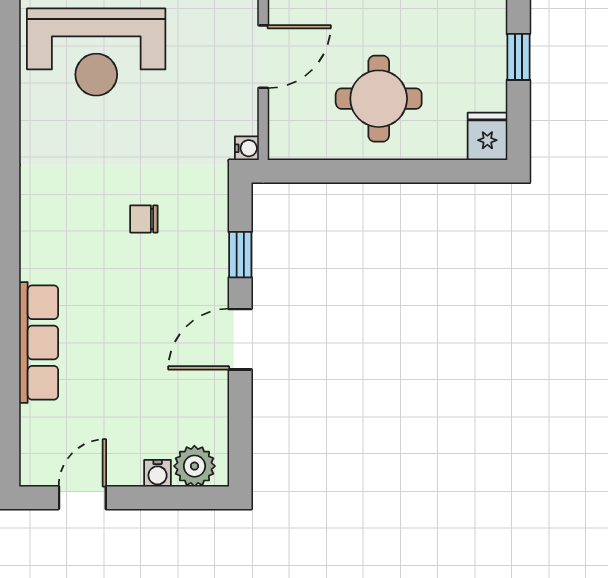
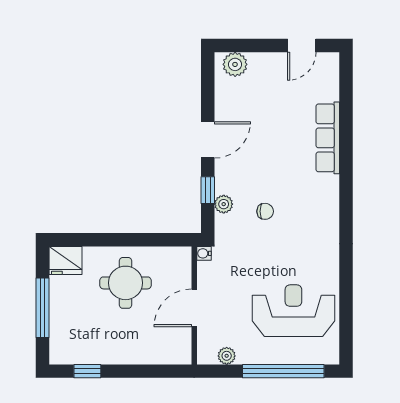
window: (518, 57) -> (42, 308), width x2.17
fridge: (487, 136) -> (65, 260), width x1.38
plant: (214, 231) -> (224, 204), added
water cooler: (158, 473) -> (257, 60), removed

